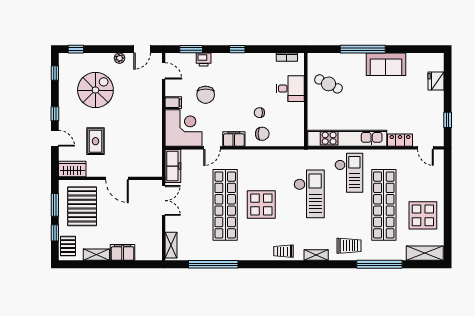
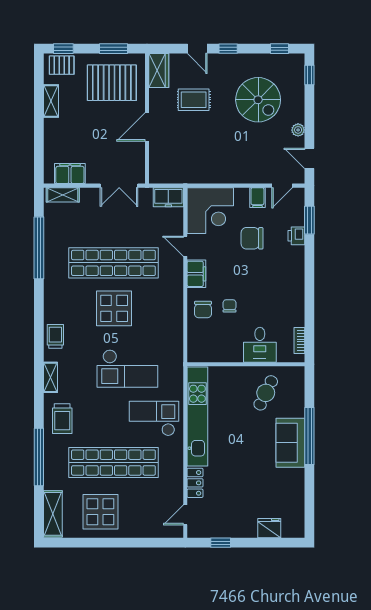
window: (237, 49) -> (309, 278), removed
sofa: (386, 64) -> (290, 443), moved
filing cabinet: (173, 103) -> (257, 198), moved
door: (55, 138) -> (197, 49), hinge flipped
freezer: (173, 166) -> (168, 197), width x0.71
checkout: (349, 173) -> (154, 419), turned 180
window: (55, 233) -> (63, 49), moved
filing cabinet: (123, 252) -> (70, 174), moved, turned -90

